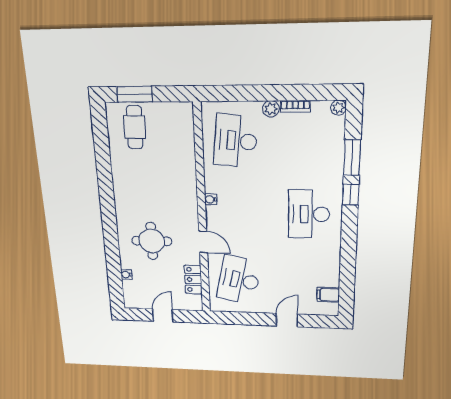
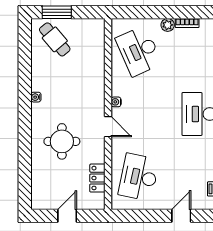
cafe table: (135, 127) -> (55, 39), turned -42
desk: (236, 141) -> (139, 51), turned -30
door: (203, 242) -> (108, 127), moved
water cooler: (126, 275) -> (36, 97), moved

